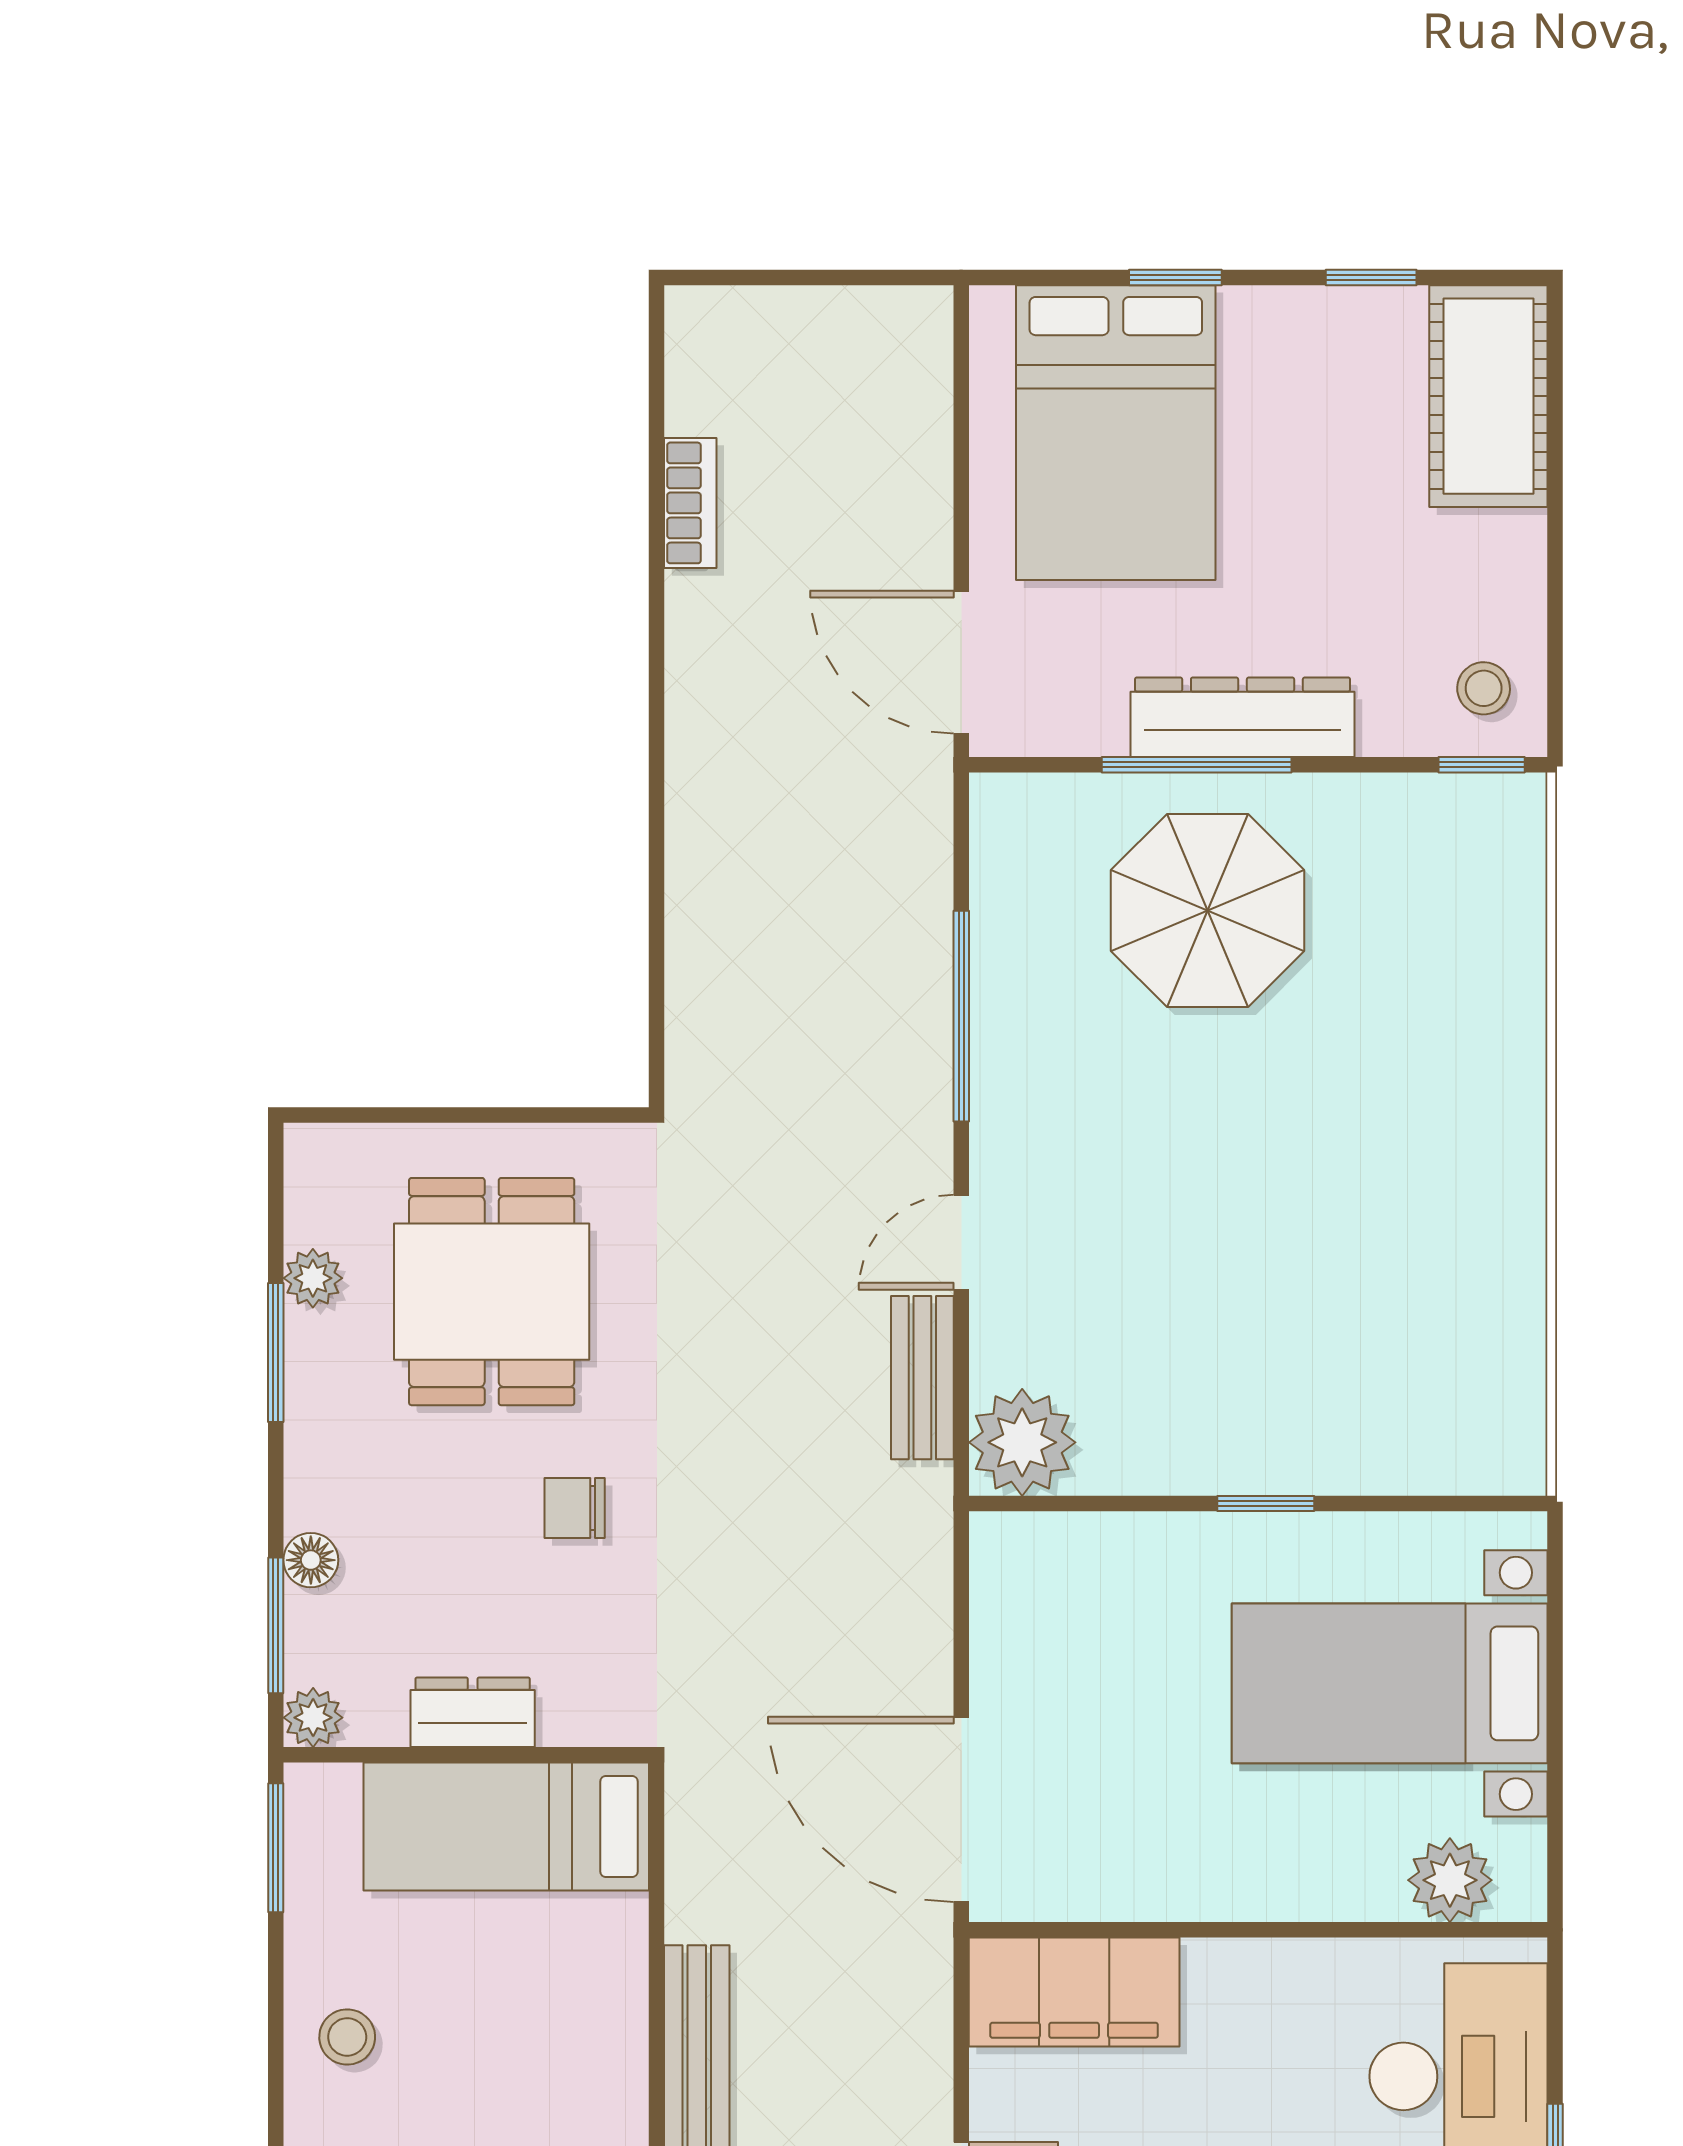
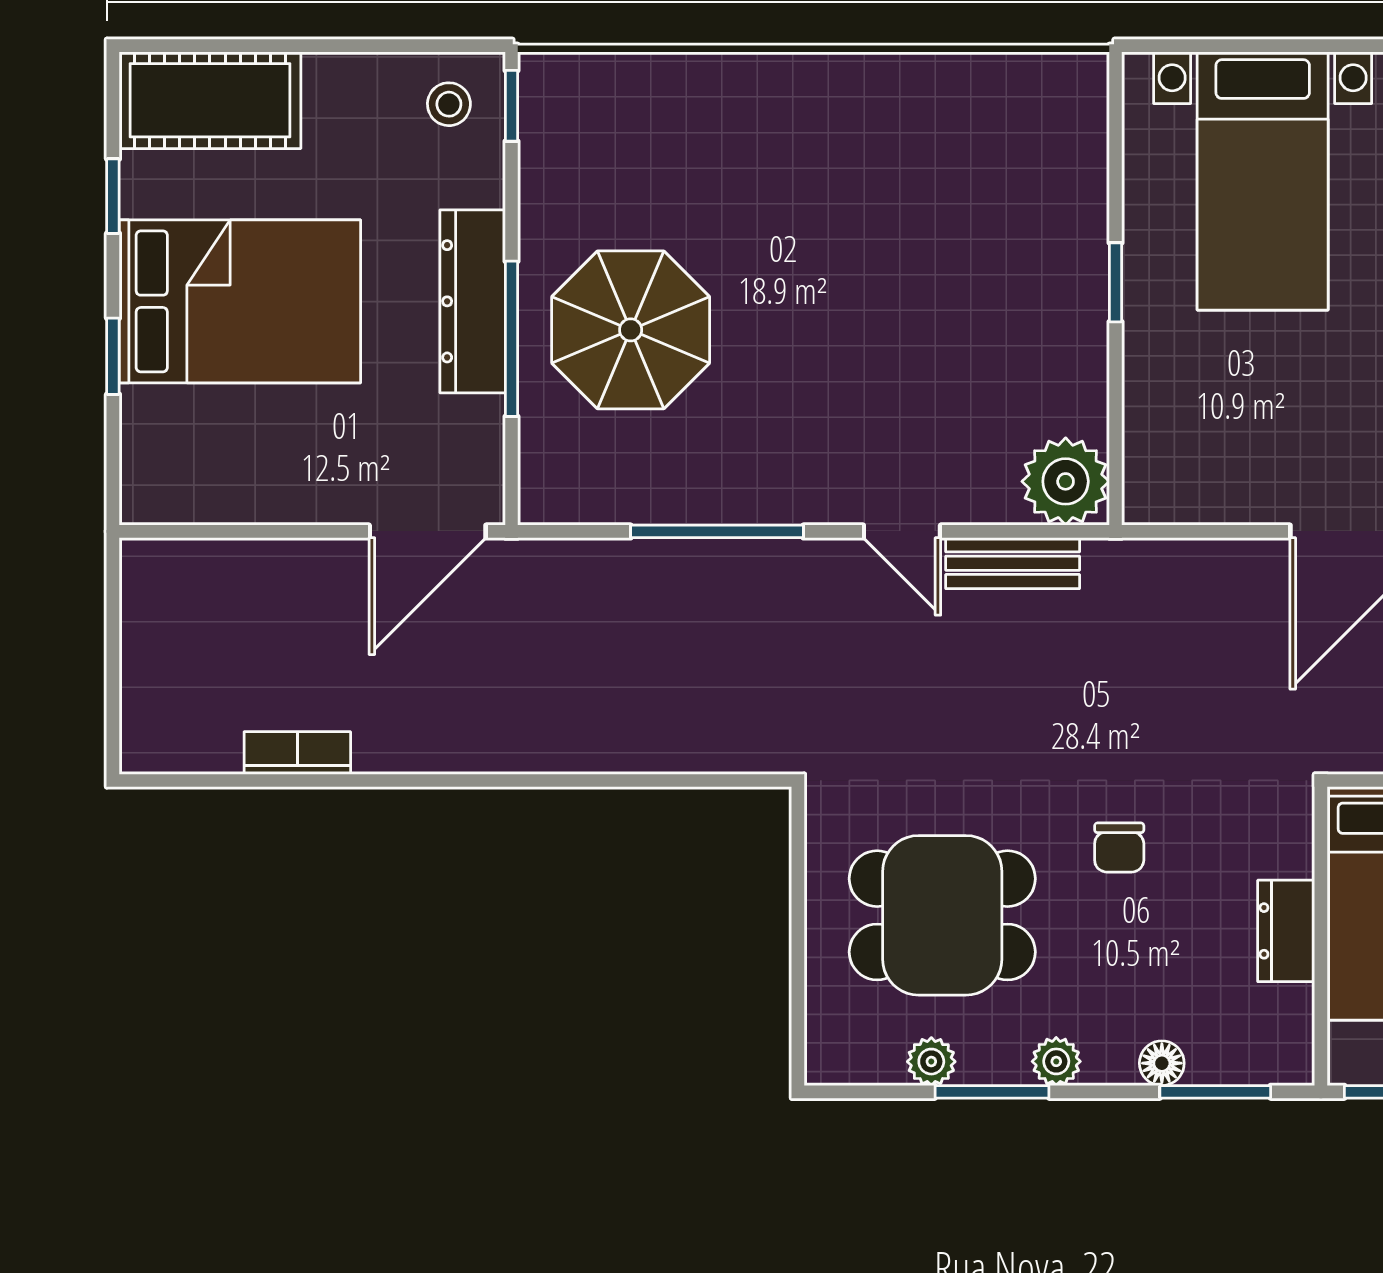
bed: (1116, 433) -> (240, 301), moved
plant: (313, 1718) -> (1056, 1061), moved

